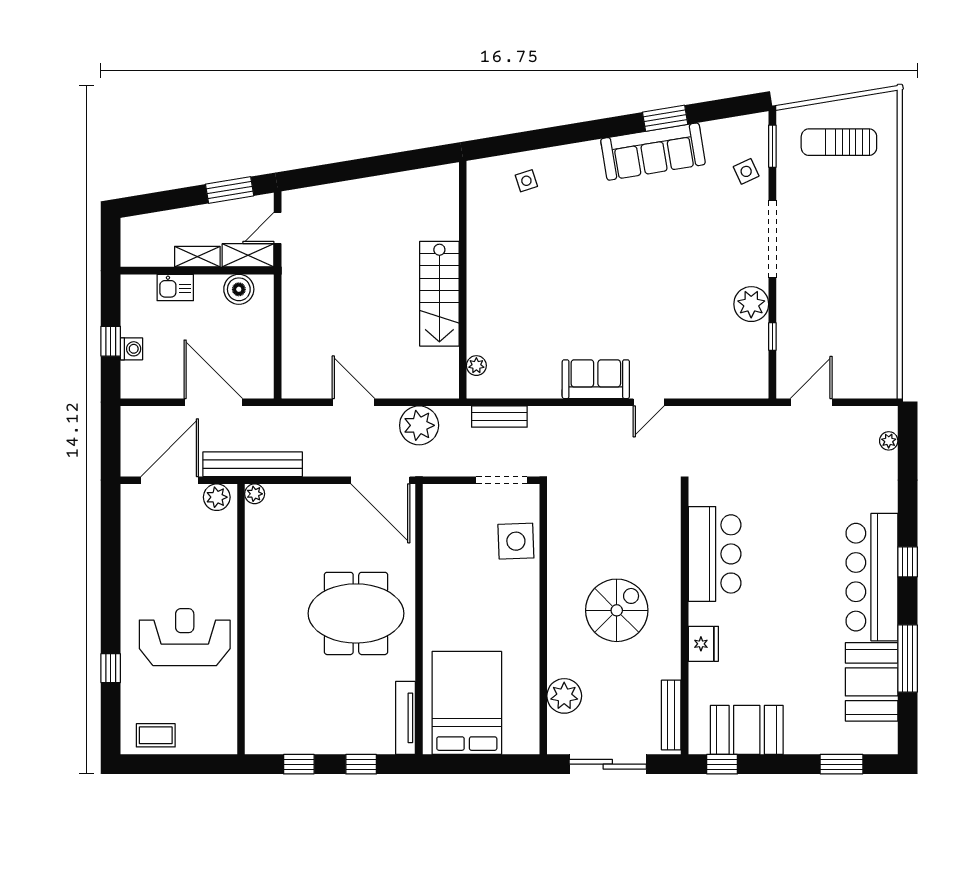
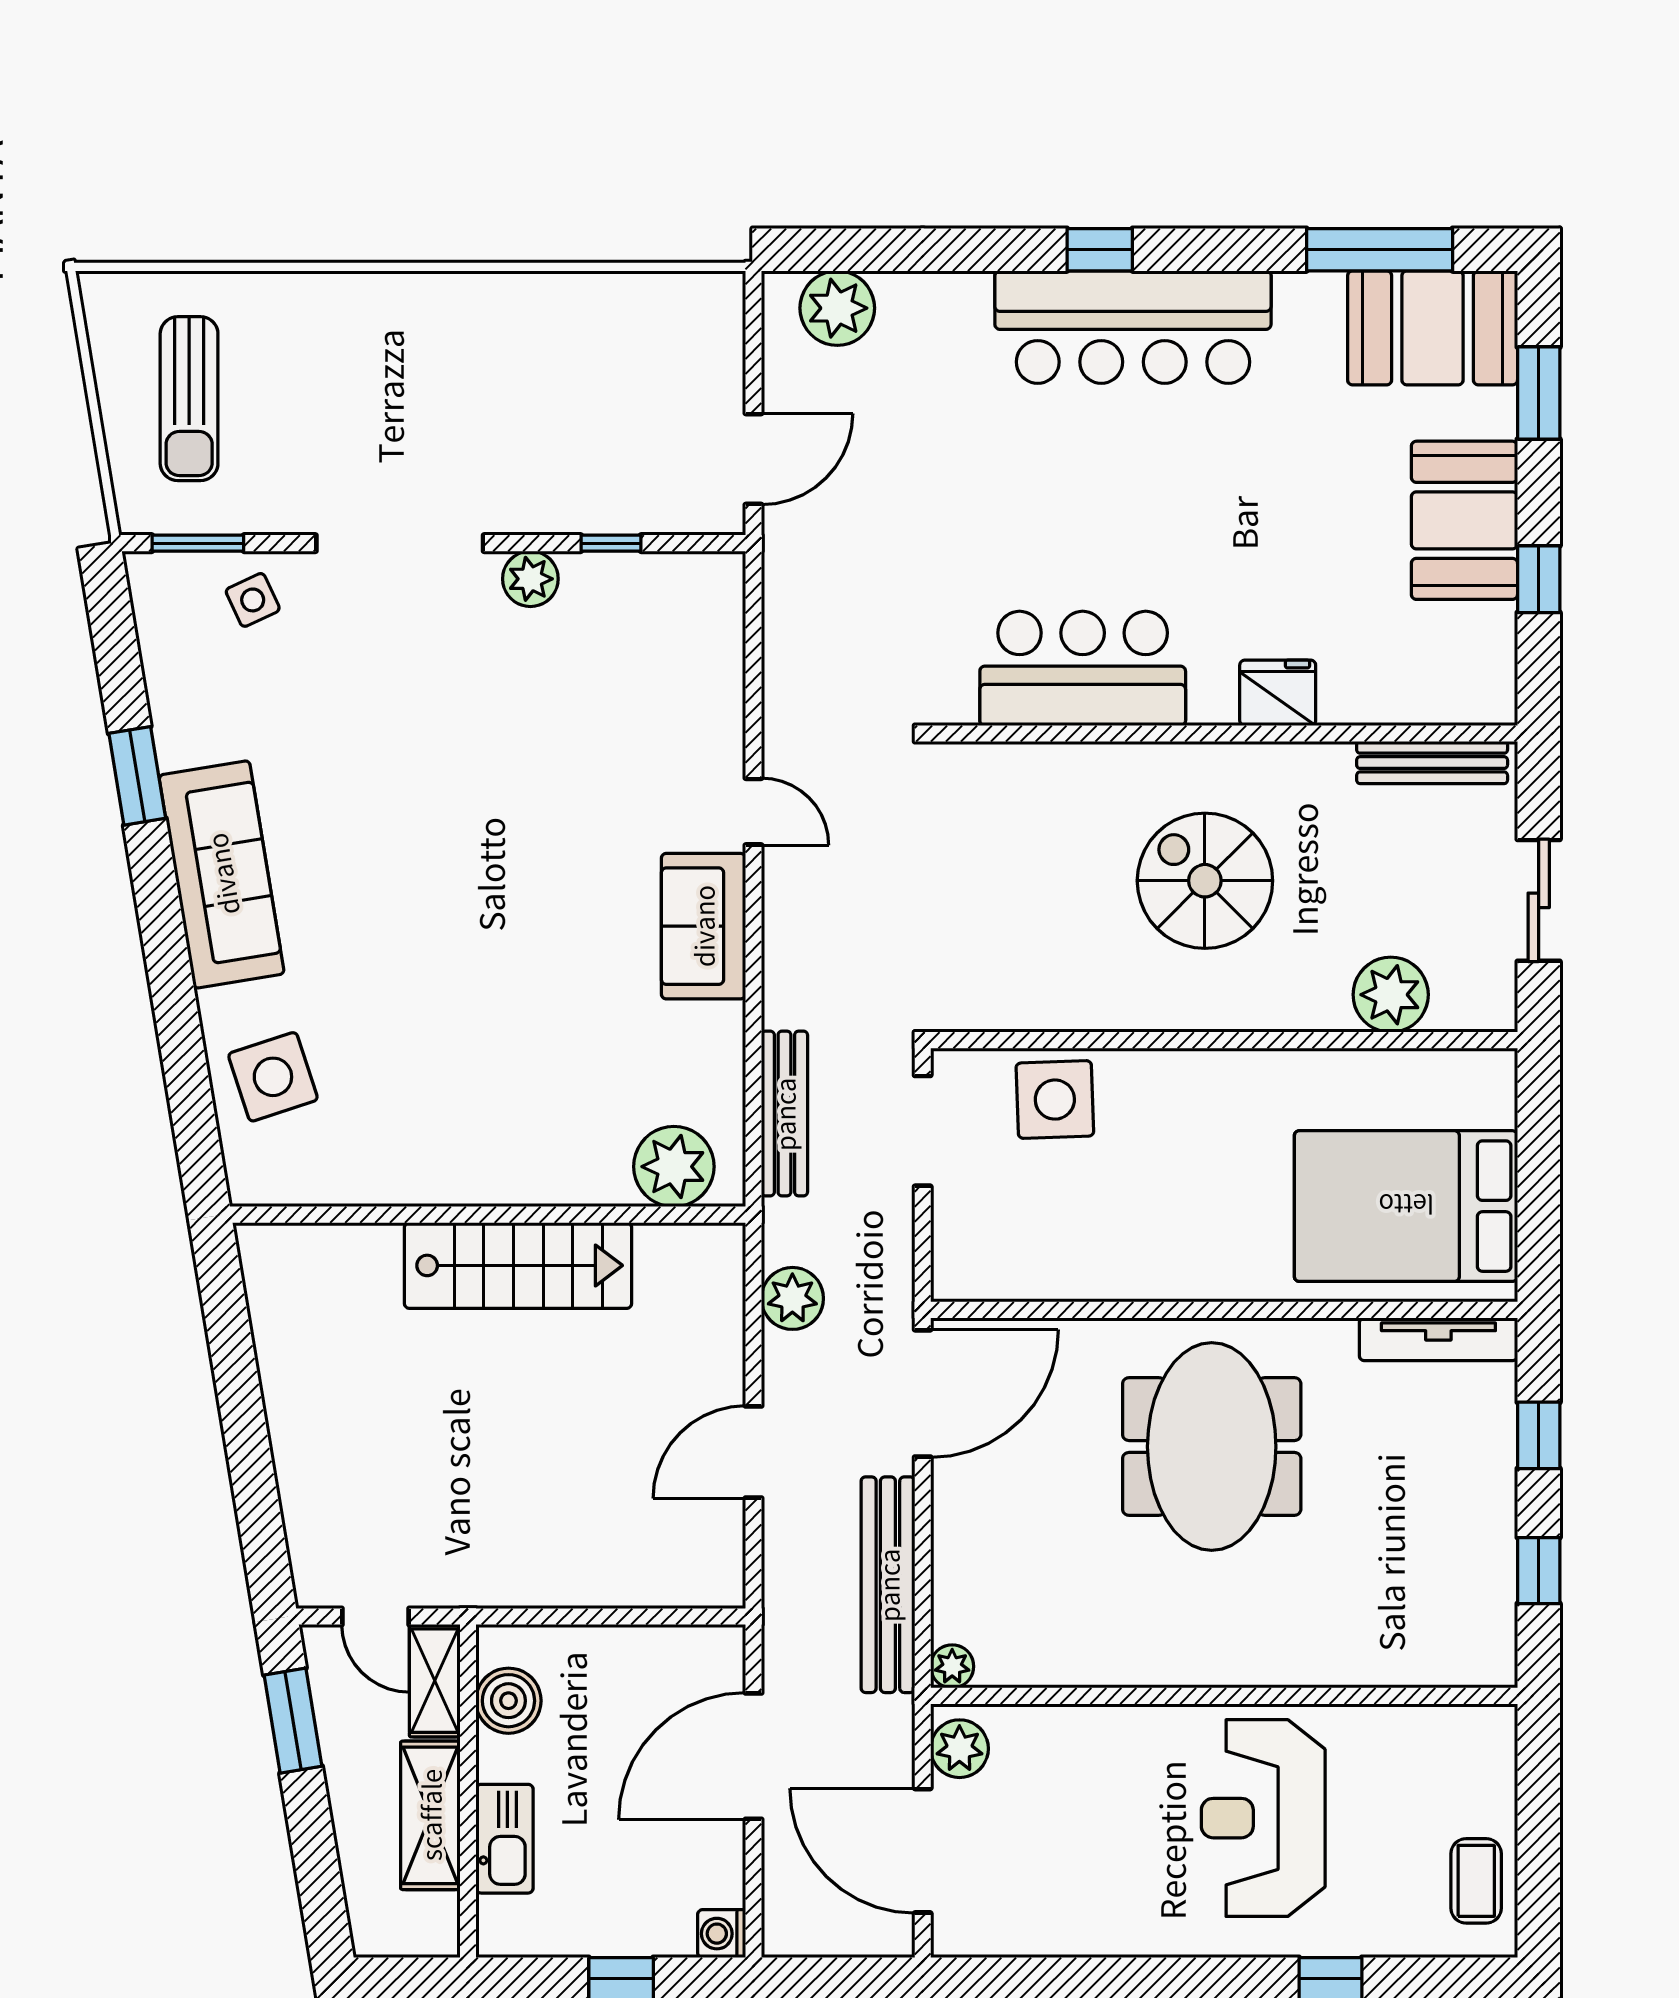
sofa: (653, 152) -> (222, 874), moved
side table: (526, 181) -> (273, 1077), width x1.87, depth x1.87
shelving: (197, 257) -> (430, 1815), width x1.50, depth x1.33
kitchen sink: (175, 287) -> (505, 1839), width x1.38
plant: (751, 304) -> (530, 579), width x0.73, depth x0.73
washing machine: (131, 349) -> (722, 1934), moved, turned -90
plant: (476, 366) -> (674, 1167), width x1.88, depth x1.88
door: (811, 402) -> (753, 459), swing flipped
bench: (499, 417) -> (784, 1114), width x1.36
plant: (419, 425) -> (792, 1298), width x0.73, depth x0.73
plant: (889, 441) -> (837, 308), width x1.87, depth x1.87
bench: (253, 464) -> (888, 1585), moved
window: (908, 659) -> (1380, 250), moved
booth: (872, 682) -> (1433, 328), moved
booth: (747, 730) -> (1464, 520), moved
sliding door: (608, 764) -> (1539, 900), width x0.73
window: (722, 764) -> (1539, 579), moved

